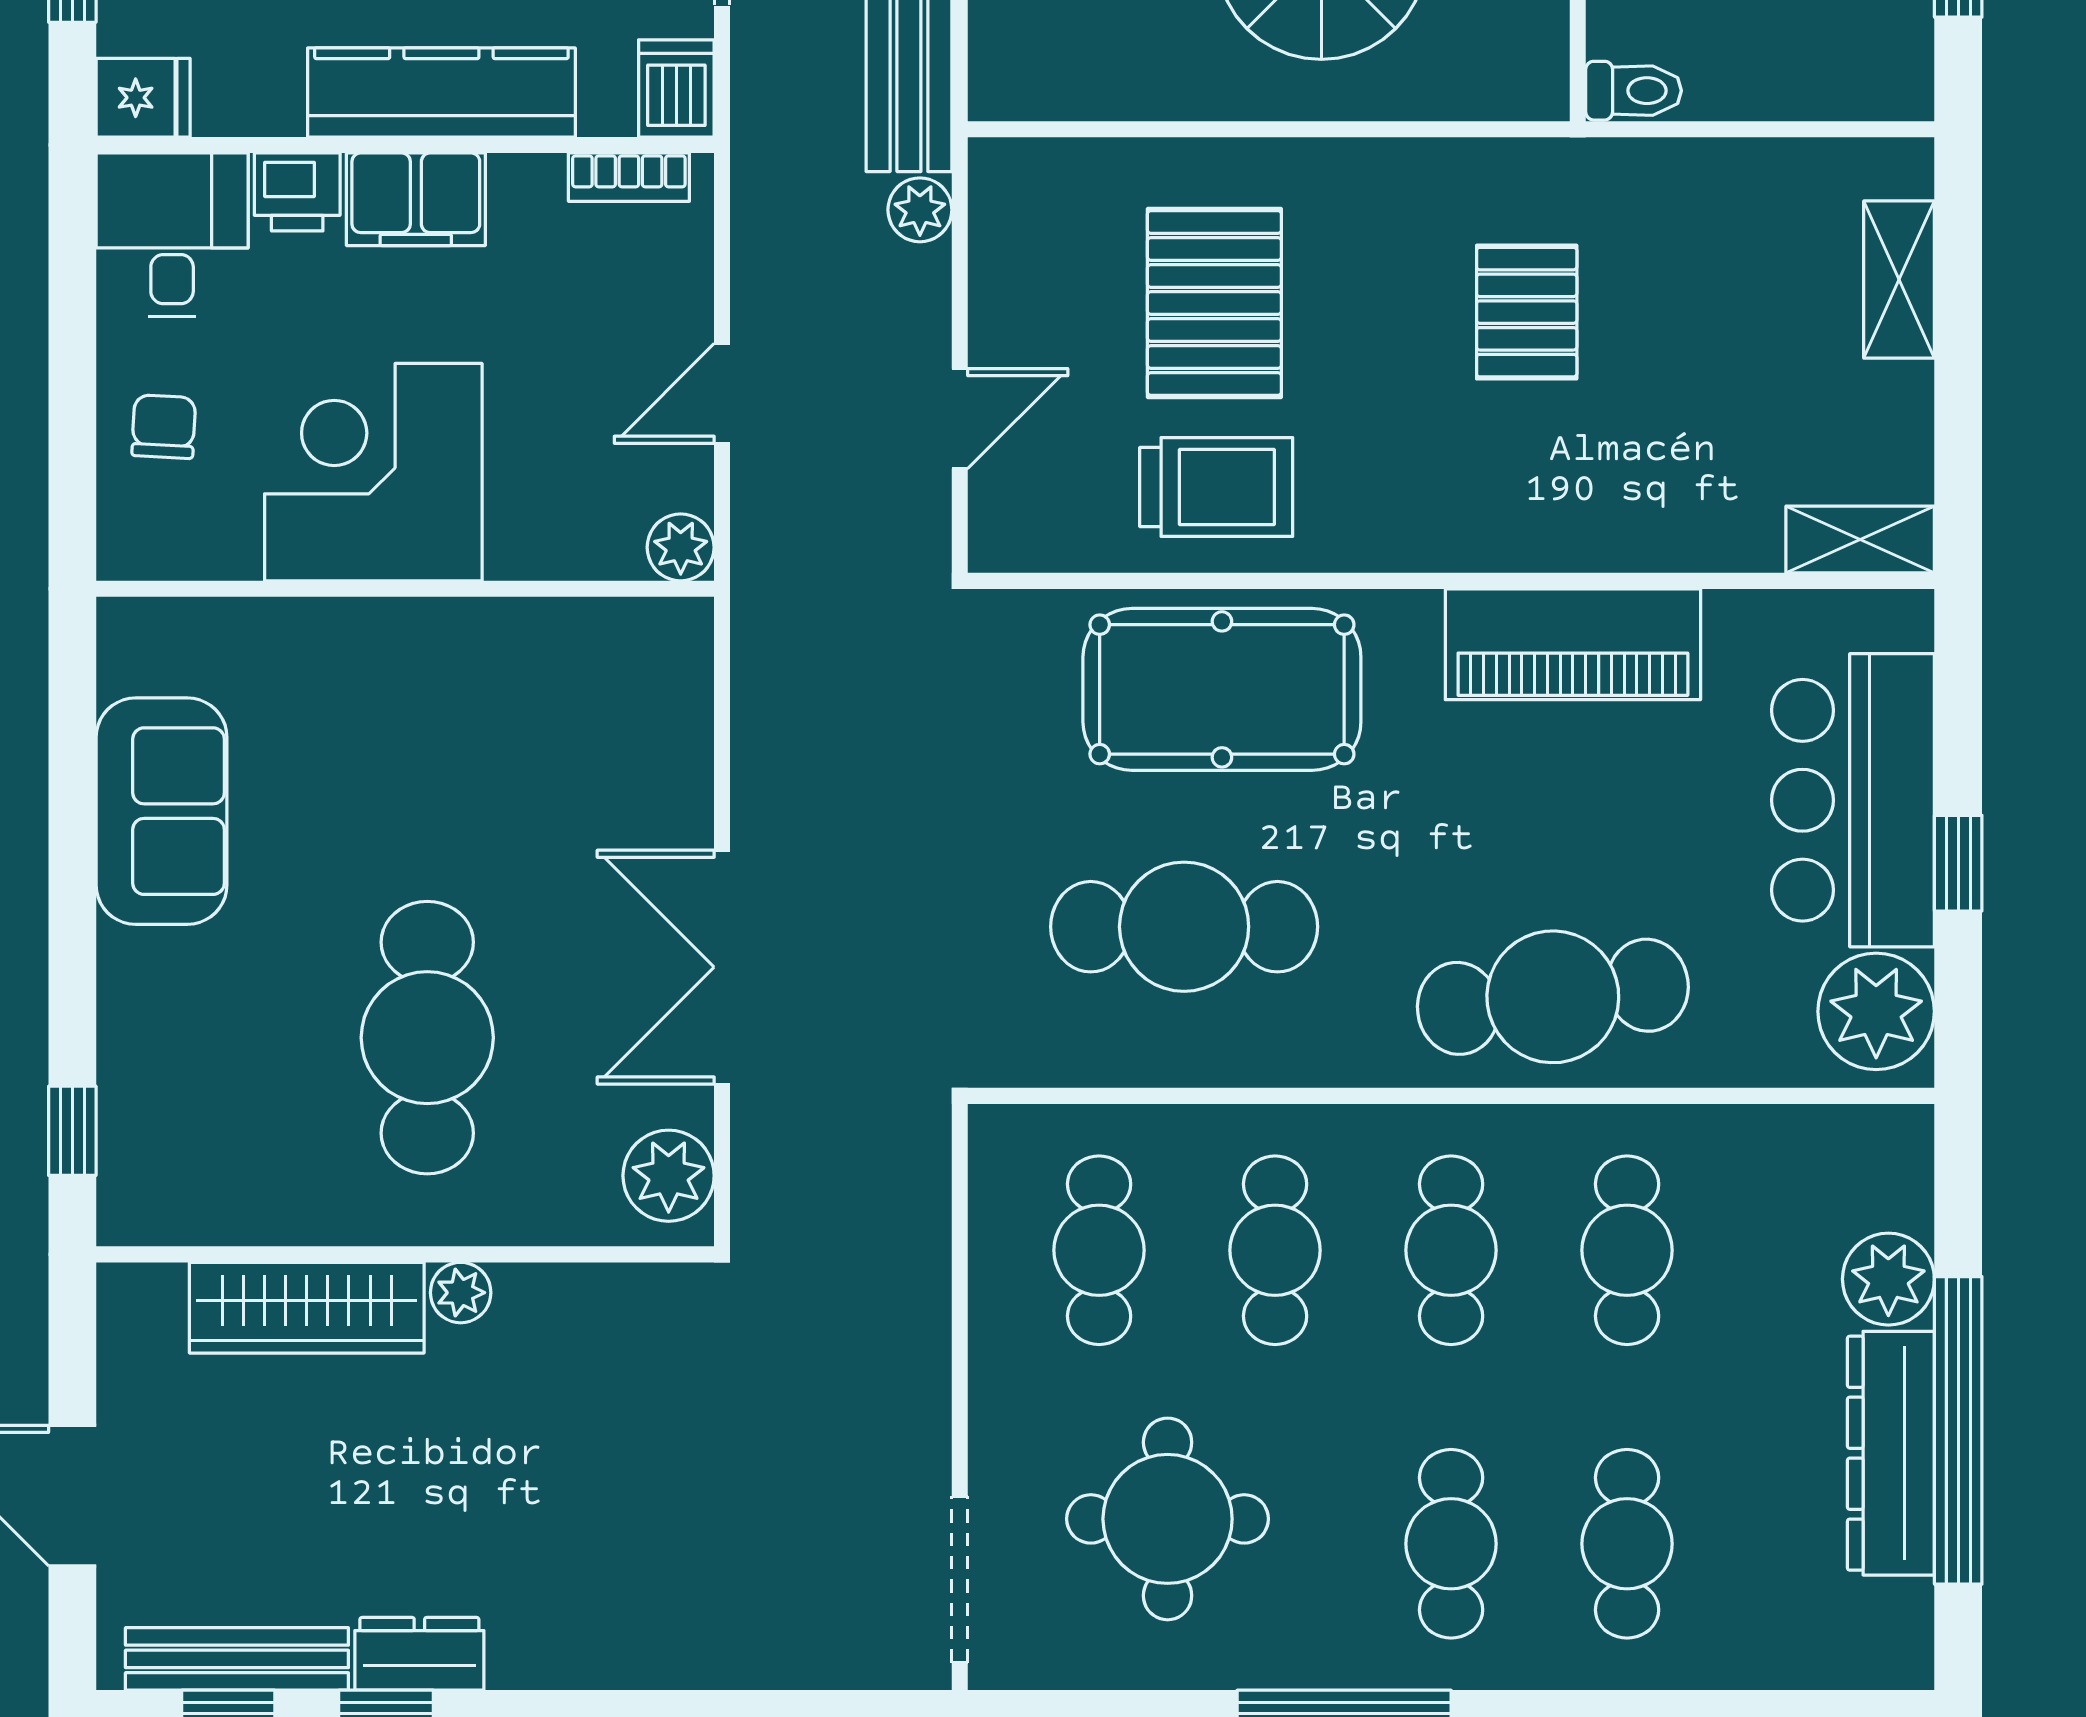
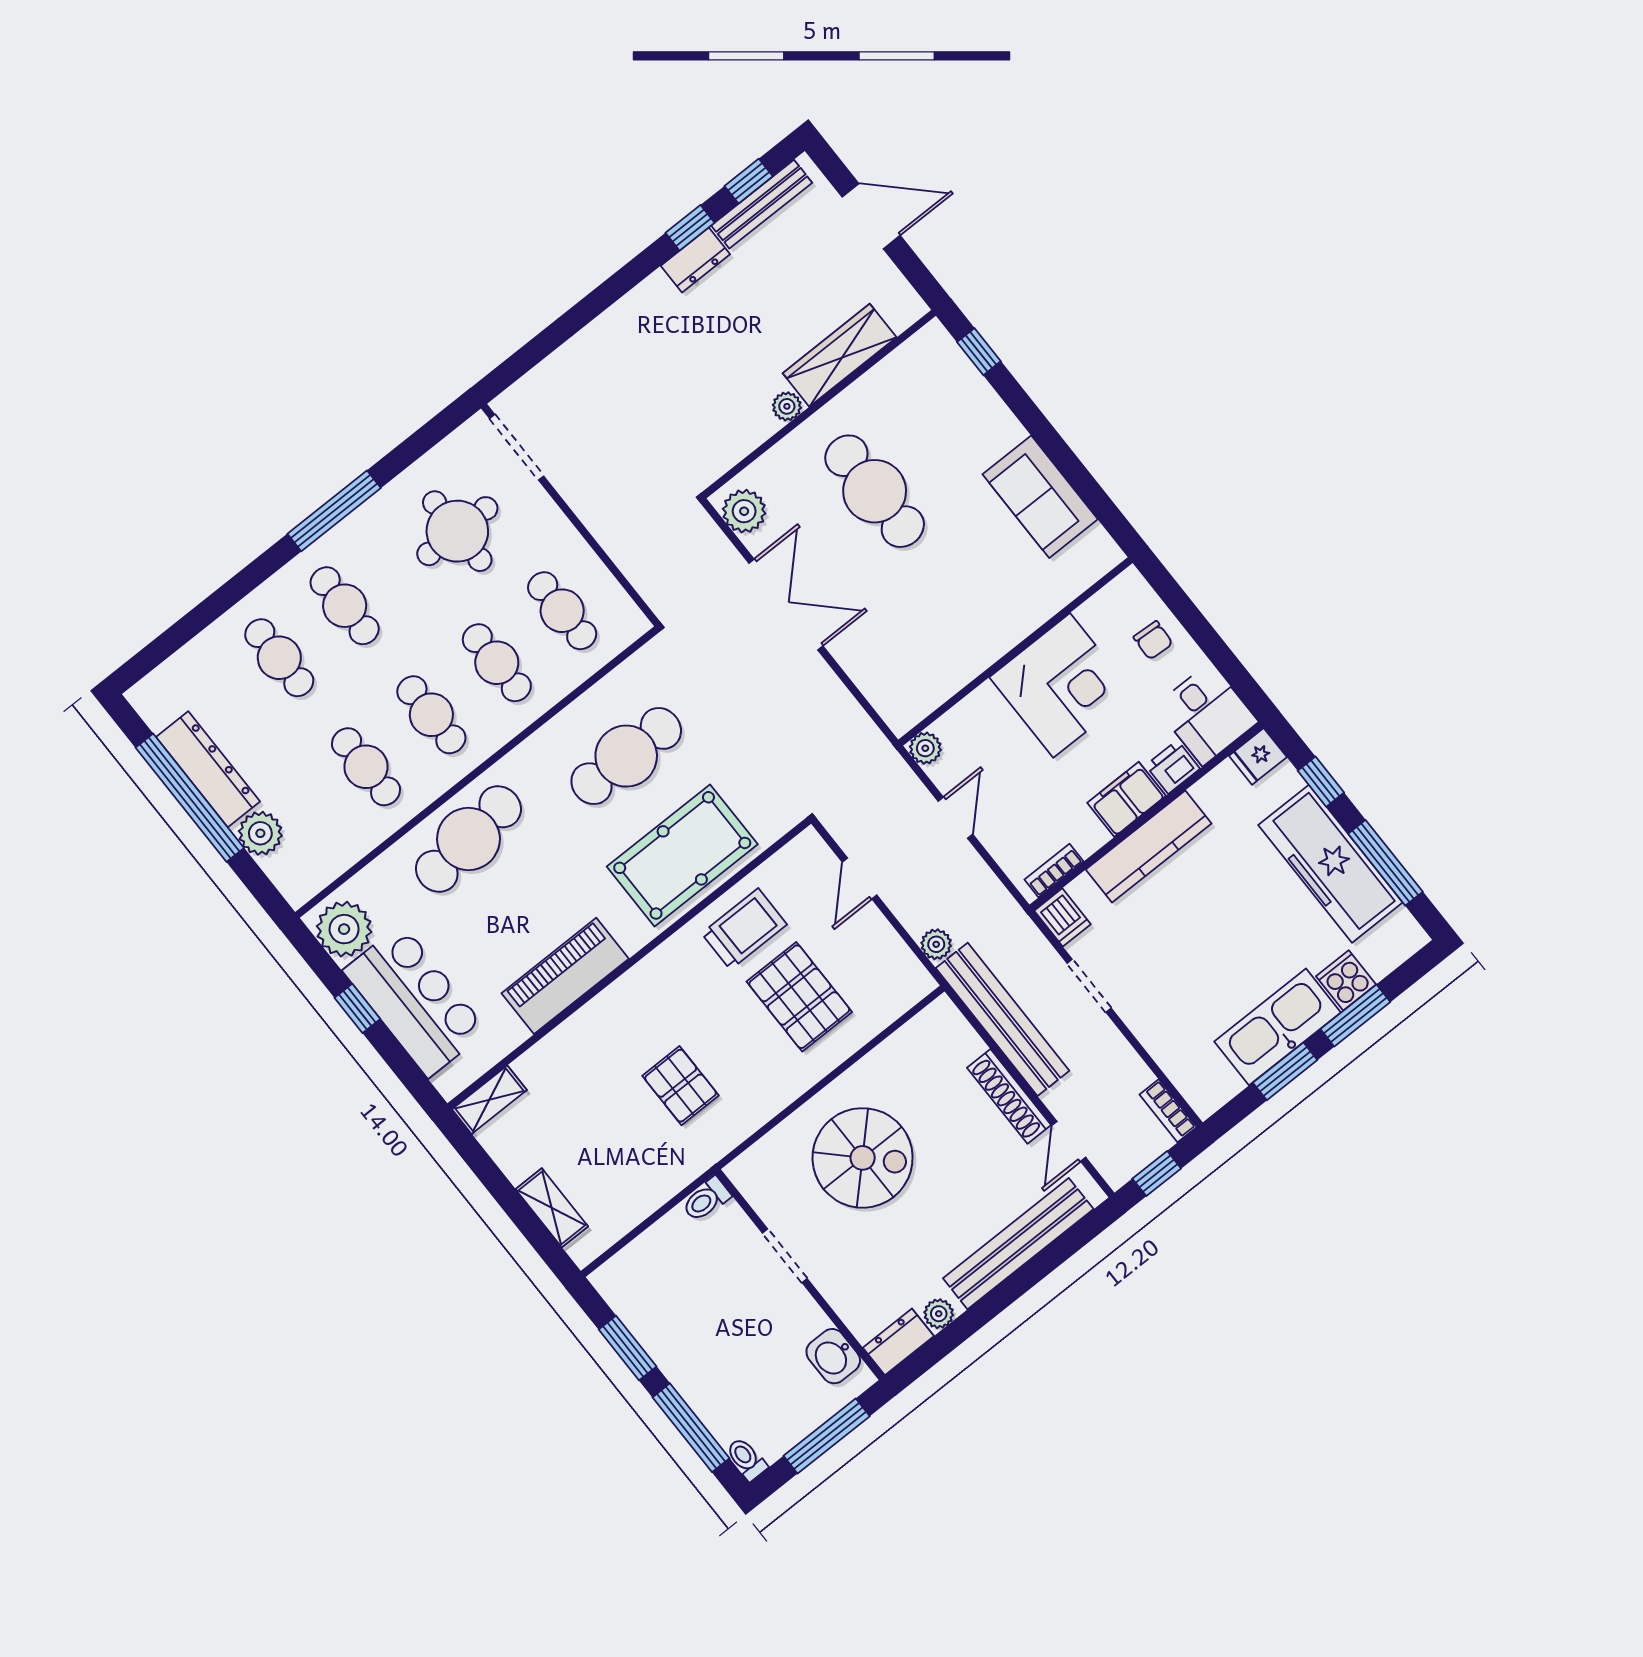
trolley: (1216, 487) -> (744, 929), turned 180

